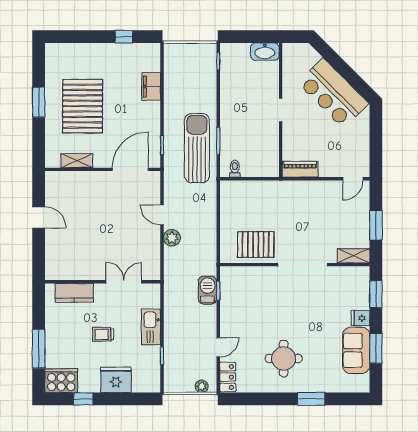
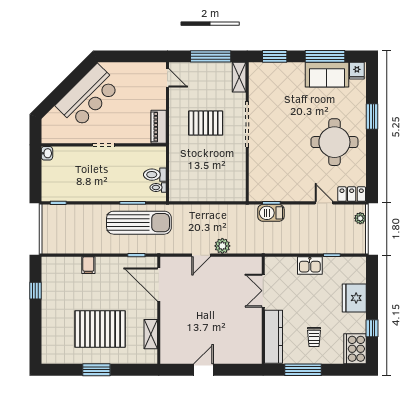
washbasin: (265, 52) -> (47, 153), width x0.52, depth x0.69
filing cabinet: (151, 87) -> (88, 265), width x0.50
sun lounger: (197, 148) -> (139, 223), turned 180
toilet: (249, 165) -> (155, 175), added
window: (376, 225) -> (211, 56), width x1.44
pallet: (256, 245) -> (206, 123), moved, turned 90
kitchen counter: (74, 293) -> (274, 337), width x1.50
fridge: (361, 318) -> (357, 71), moved
kitchen sink: (151, 327) -> (310, 265), width x0.73
trolley: (103, 334) -> (314, 337), moved
window: (376, 348) -> (325, 56), width x1.44
window: (39, 349) -> (303, 370), moved
round table: (284, 358) -> (334, 142), width x1.36, depth x1.36

